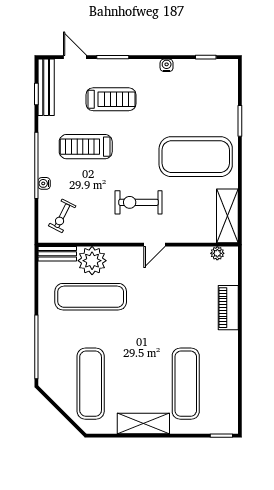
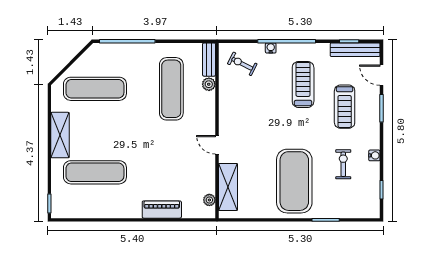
door: (75, 57) -> (381, 75), swing flipped
exercise bike: (139, 202) -> (343, 164), moved, width x0.73, depth x0.72
shelving: (227, 216) -> (228, 187), moved, turned 90
plant: (92, 261) -> (209, 84), width x0.53, depth x0.53

